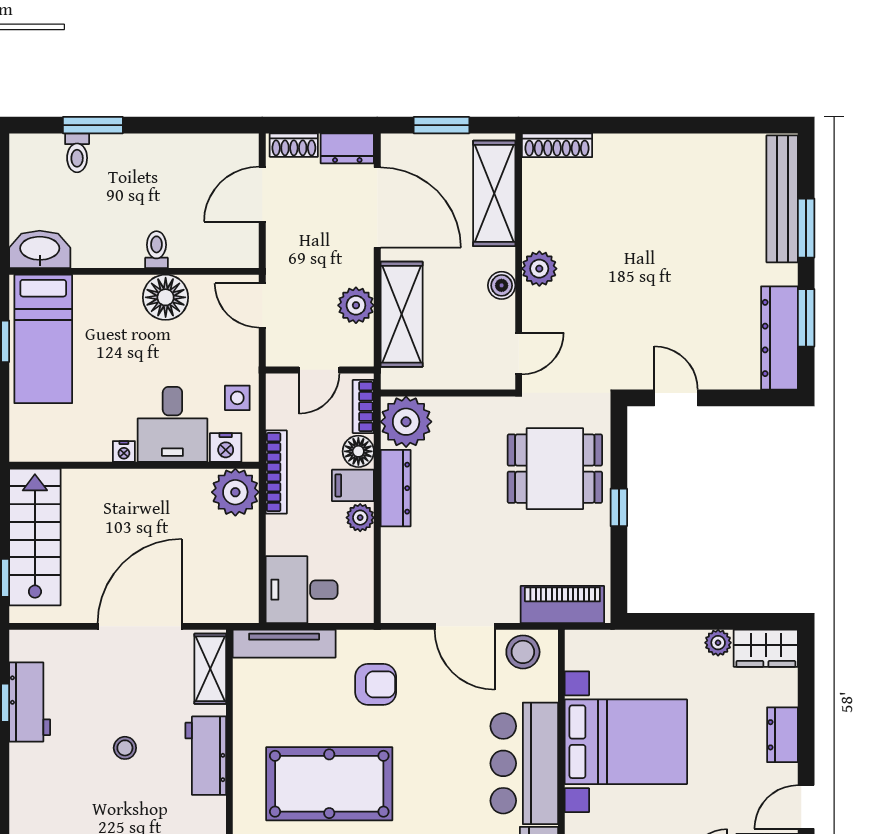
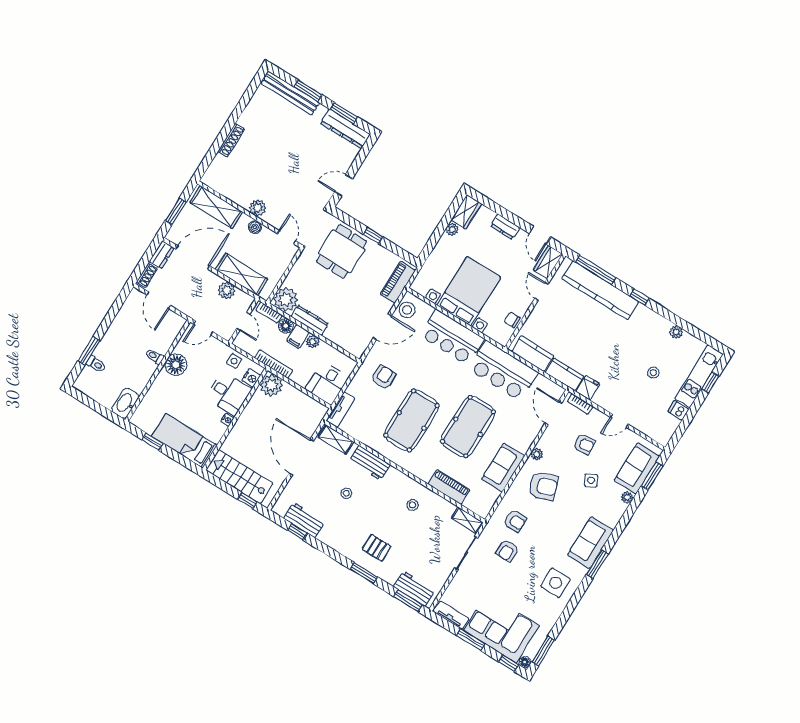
shoe rack: (557, 145) -> (231, 140), moved
bed: (43, 339) -> (184, 441), moved, turned 180
tv unit: (284, 644) -> (340, 410), width x0.71

